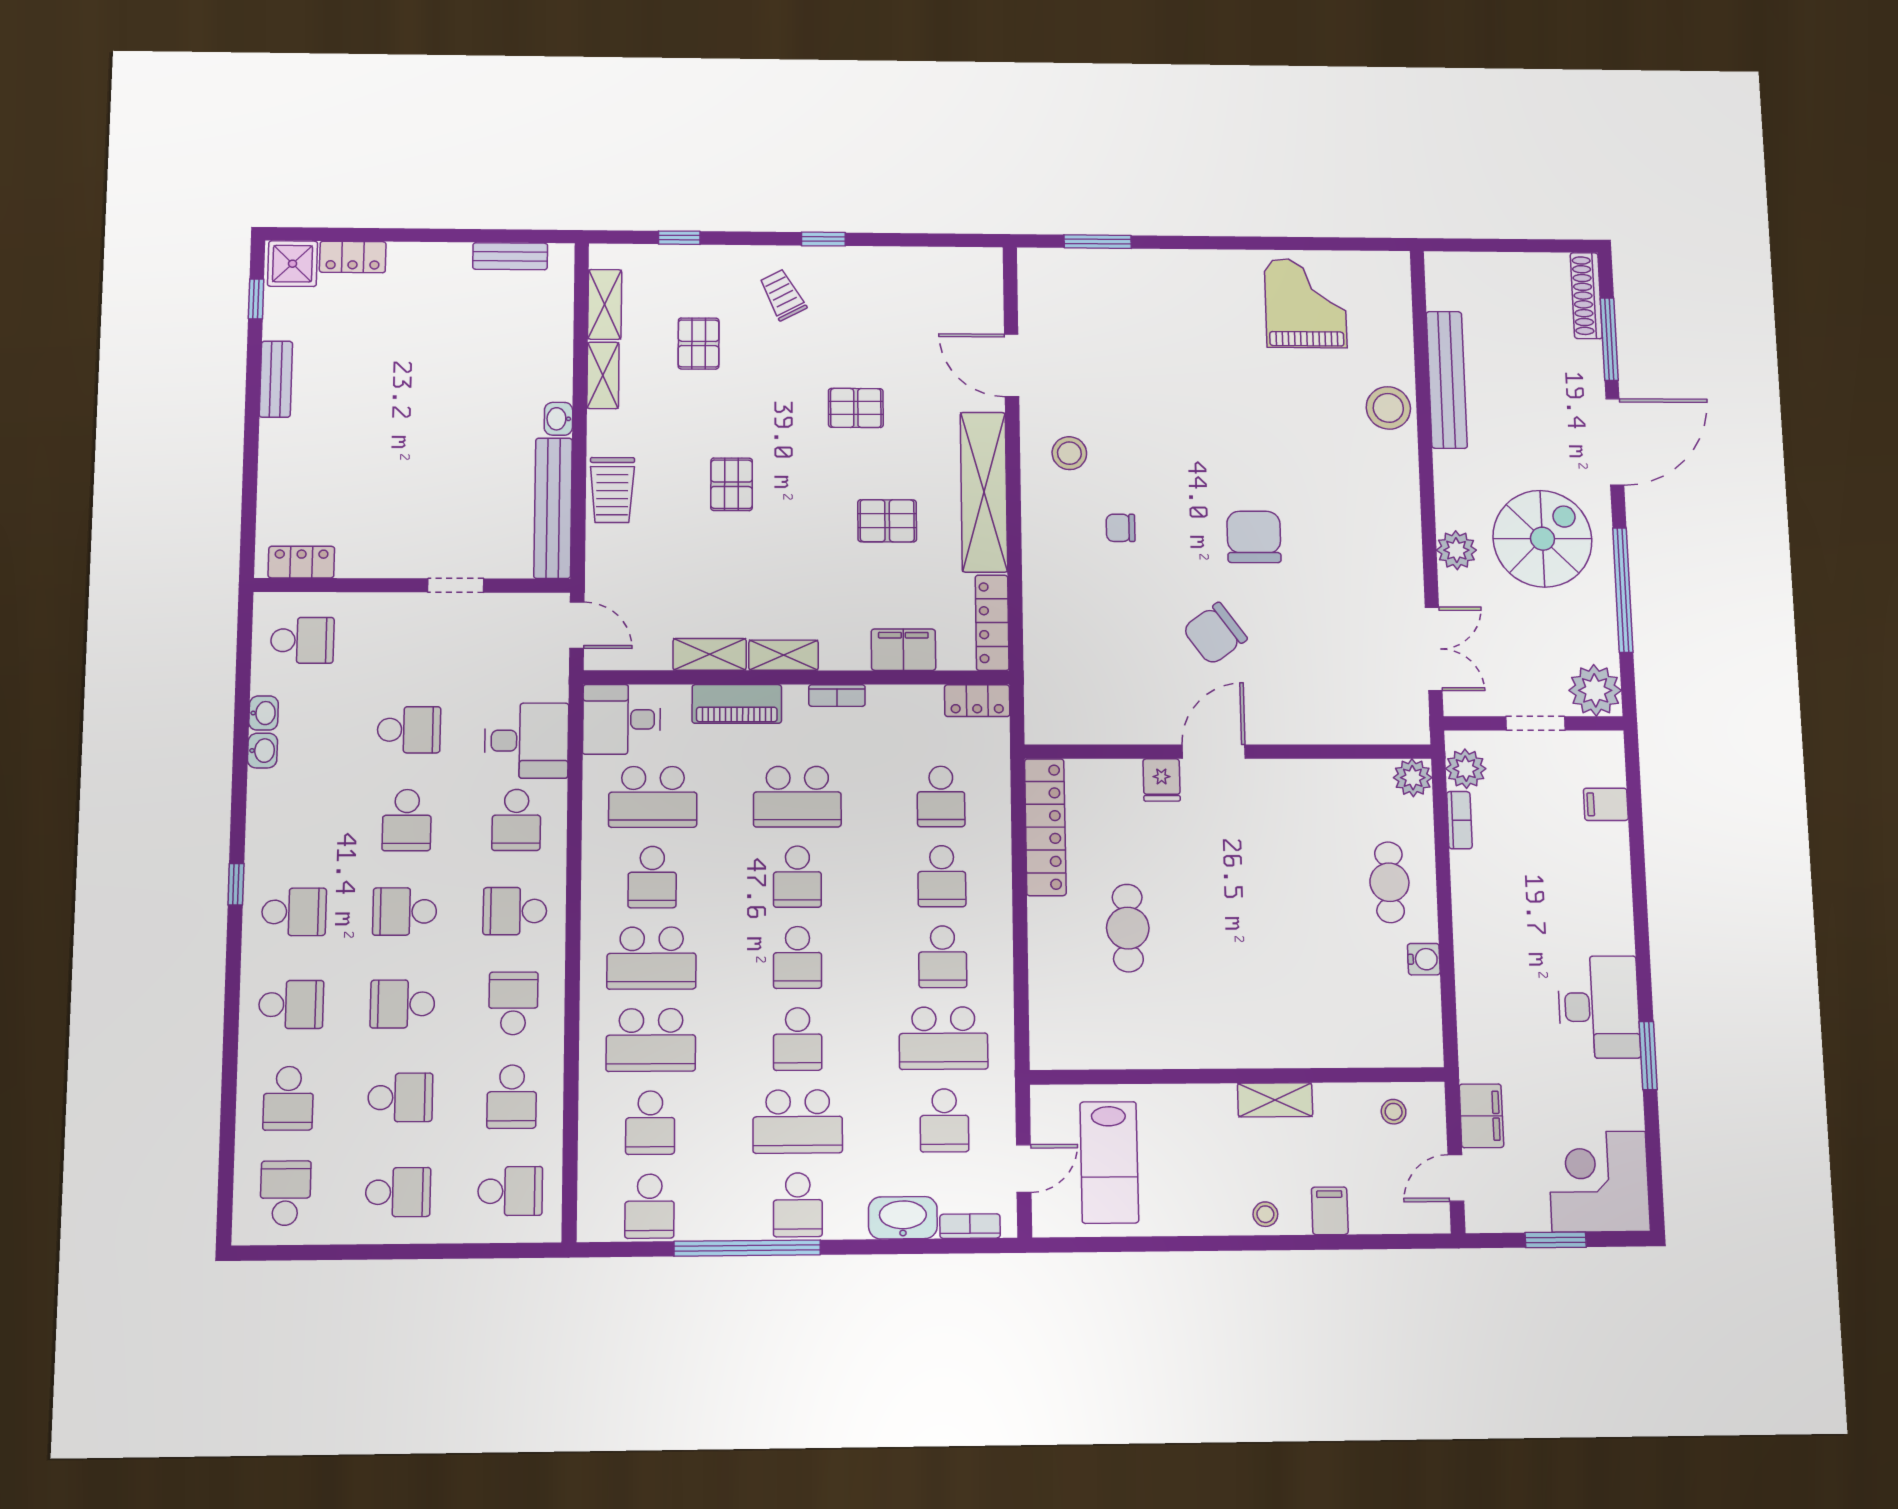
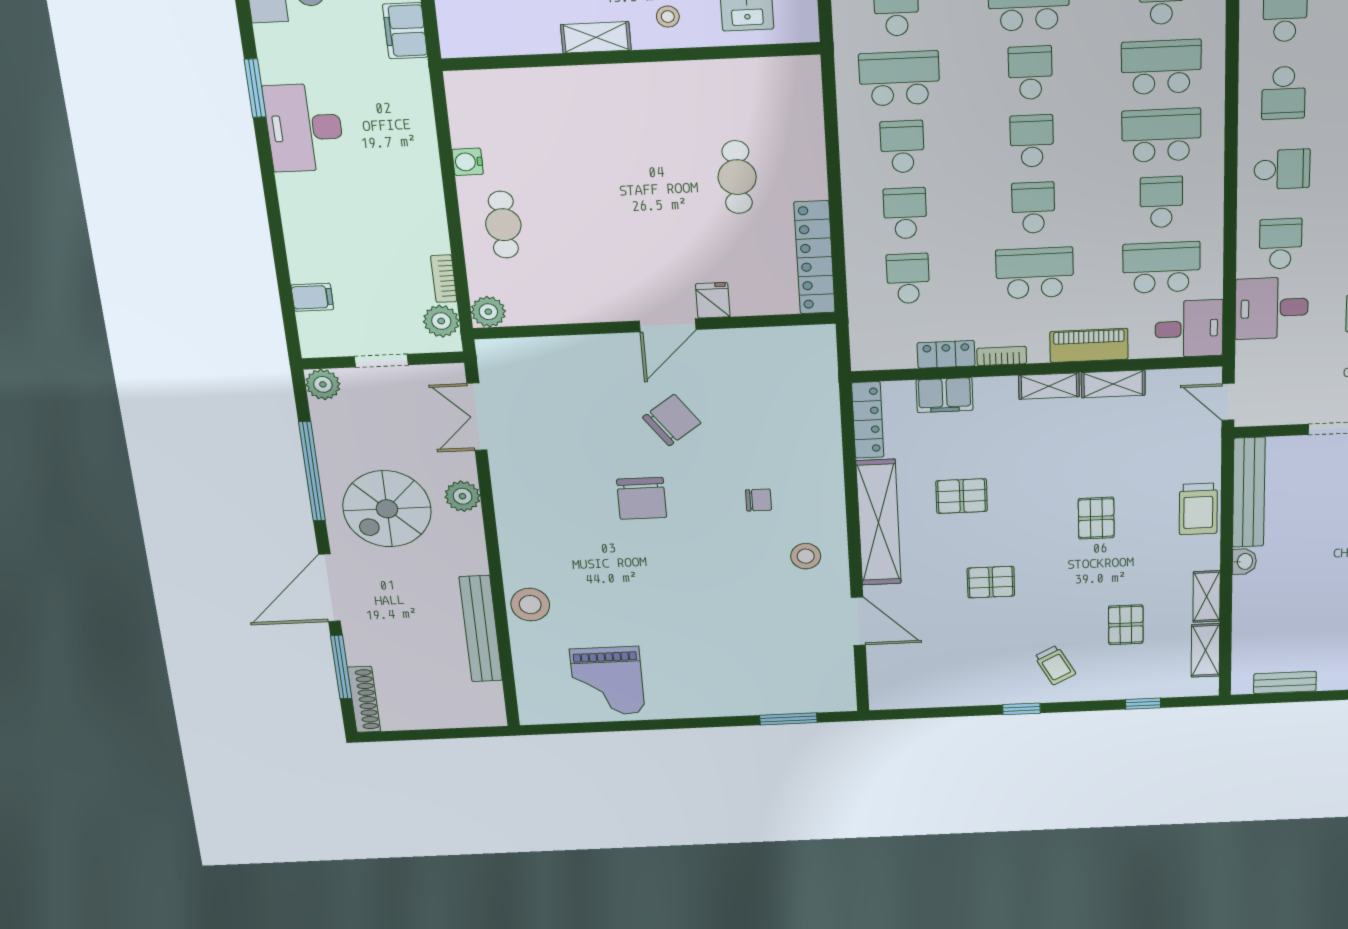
trolley: (612, 490) -> (1198, 509), turned 180
plant: (1595, 690) -> (323, 384), width x0.73, depth x0.73
locker: (977, 701) -> (946, 354), moved
stool: (1394, 1112) -> (668, 17), moved

